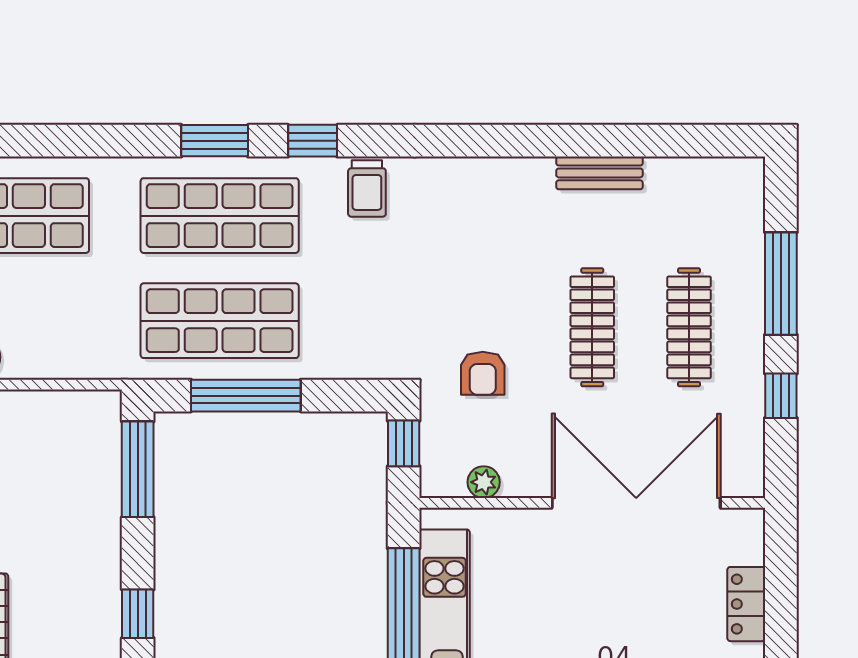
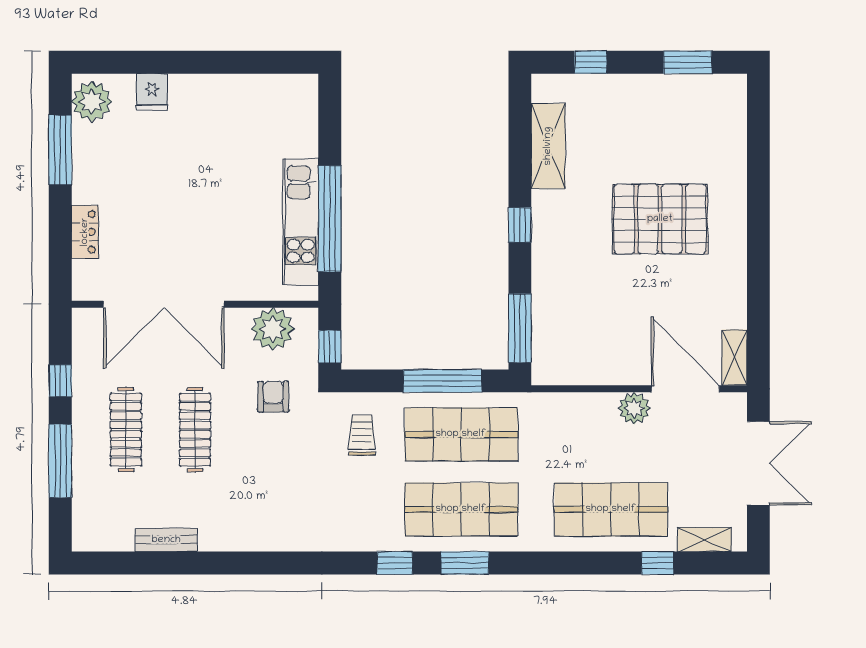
bench: (599, 173) -> (166, 540), moved
trolley: (367, 188) -> (362, 435), moved
plant: (484, 482) -> (273, 329), width x1.88, depth x1.88

